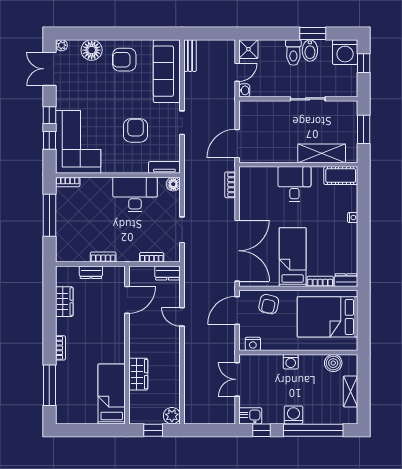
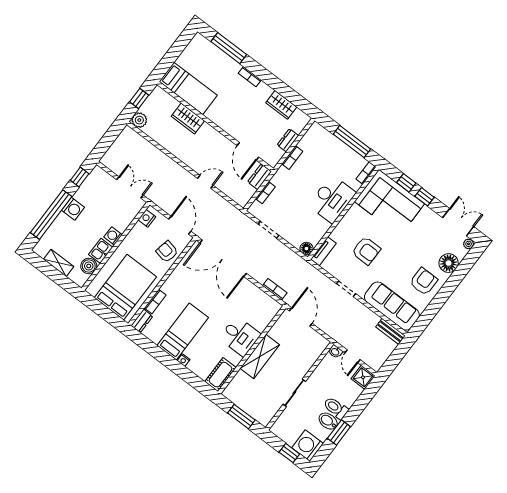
shelving: (322, 153) -> (260, 356), moved
desk: (135, 194) -> (332, 199), moved
bed: (293, 257) -> (183, 331), moved, turned -90
dresser: (168, 273) -> (260, 177), moved
kitchen sink: (250, 416) -> (101, 251), moved, turned 180

